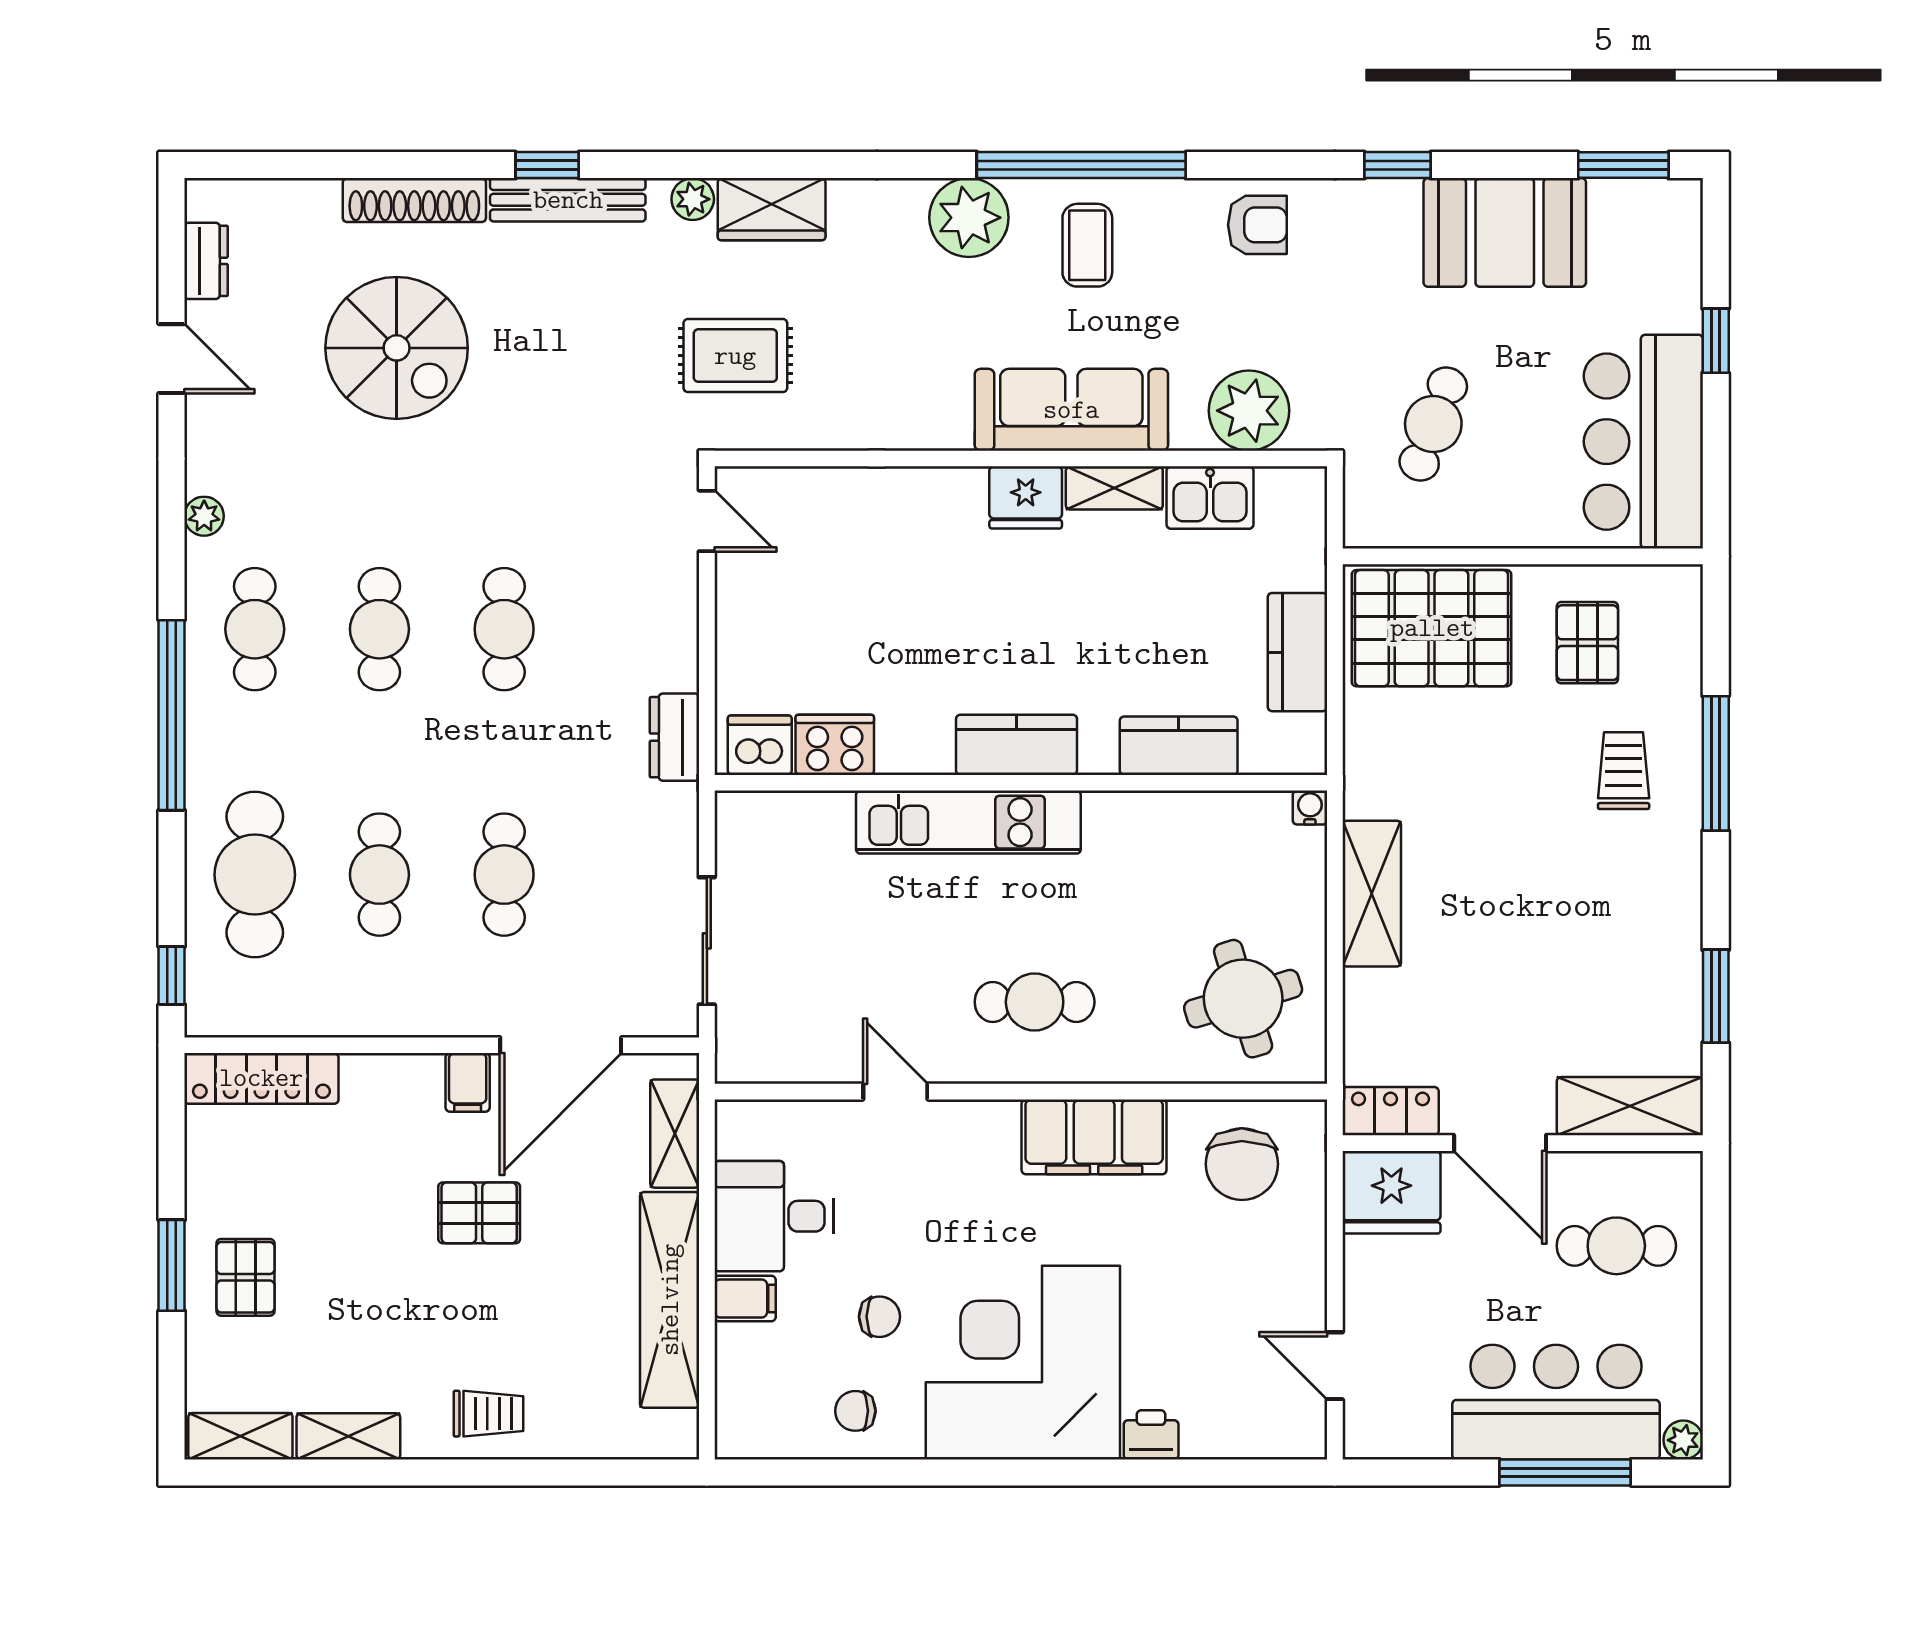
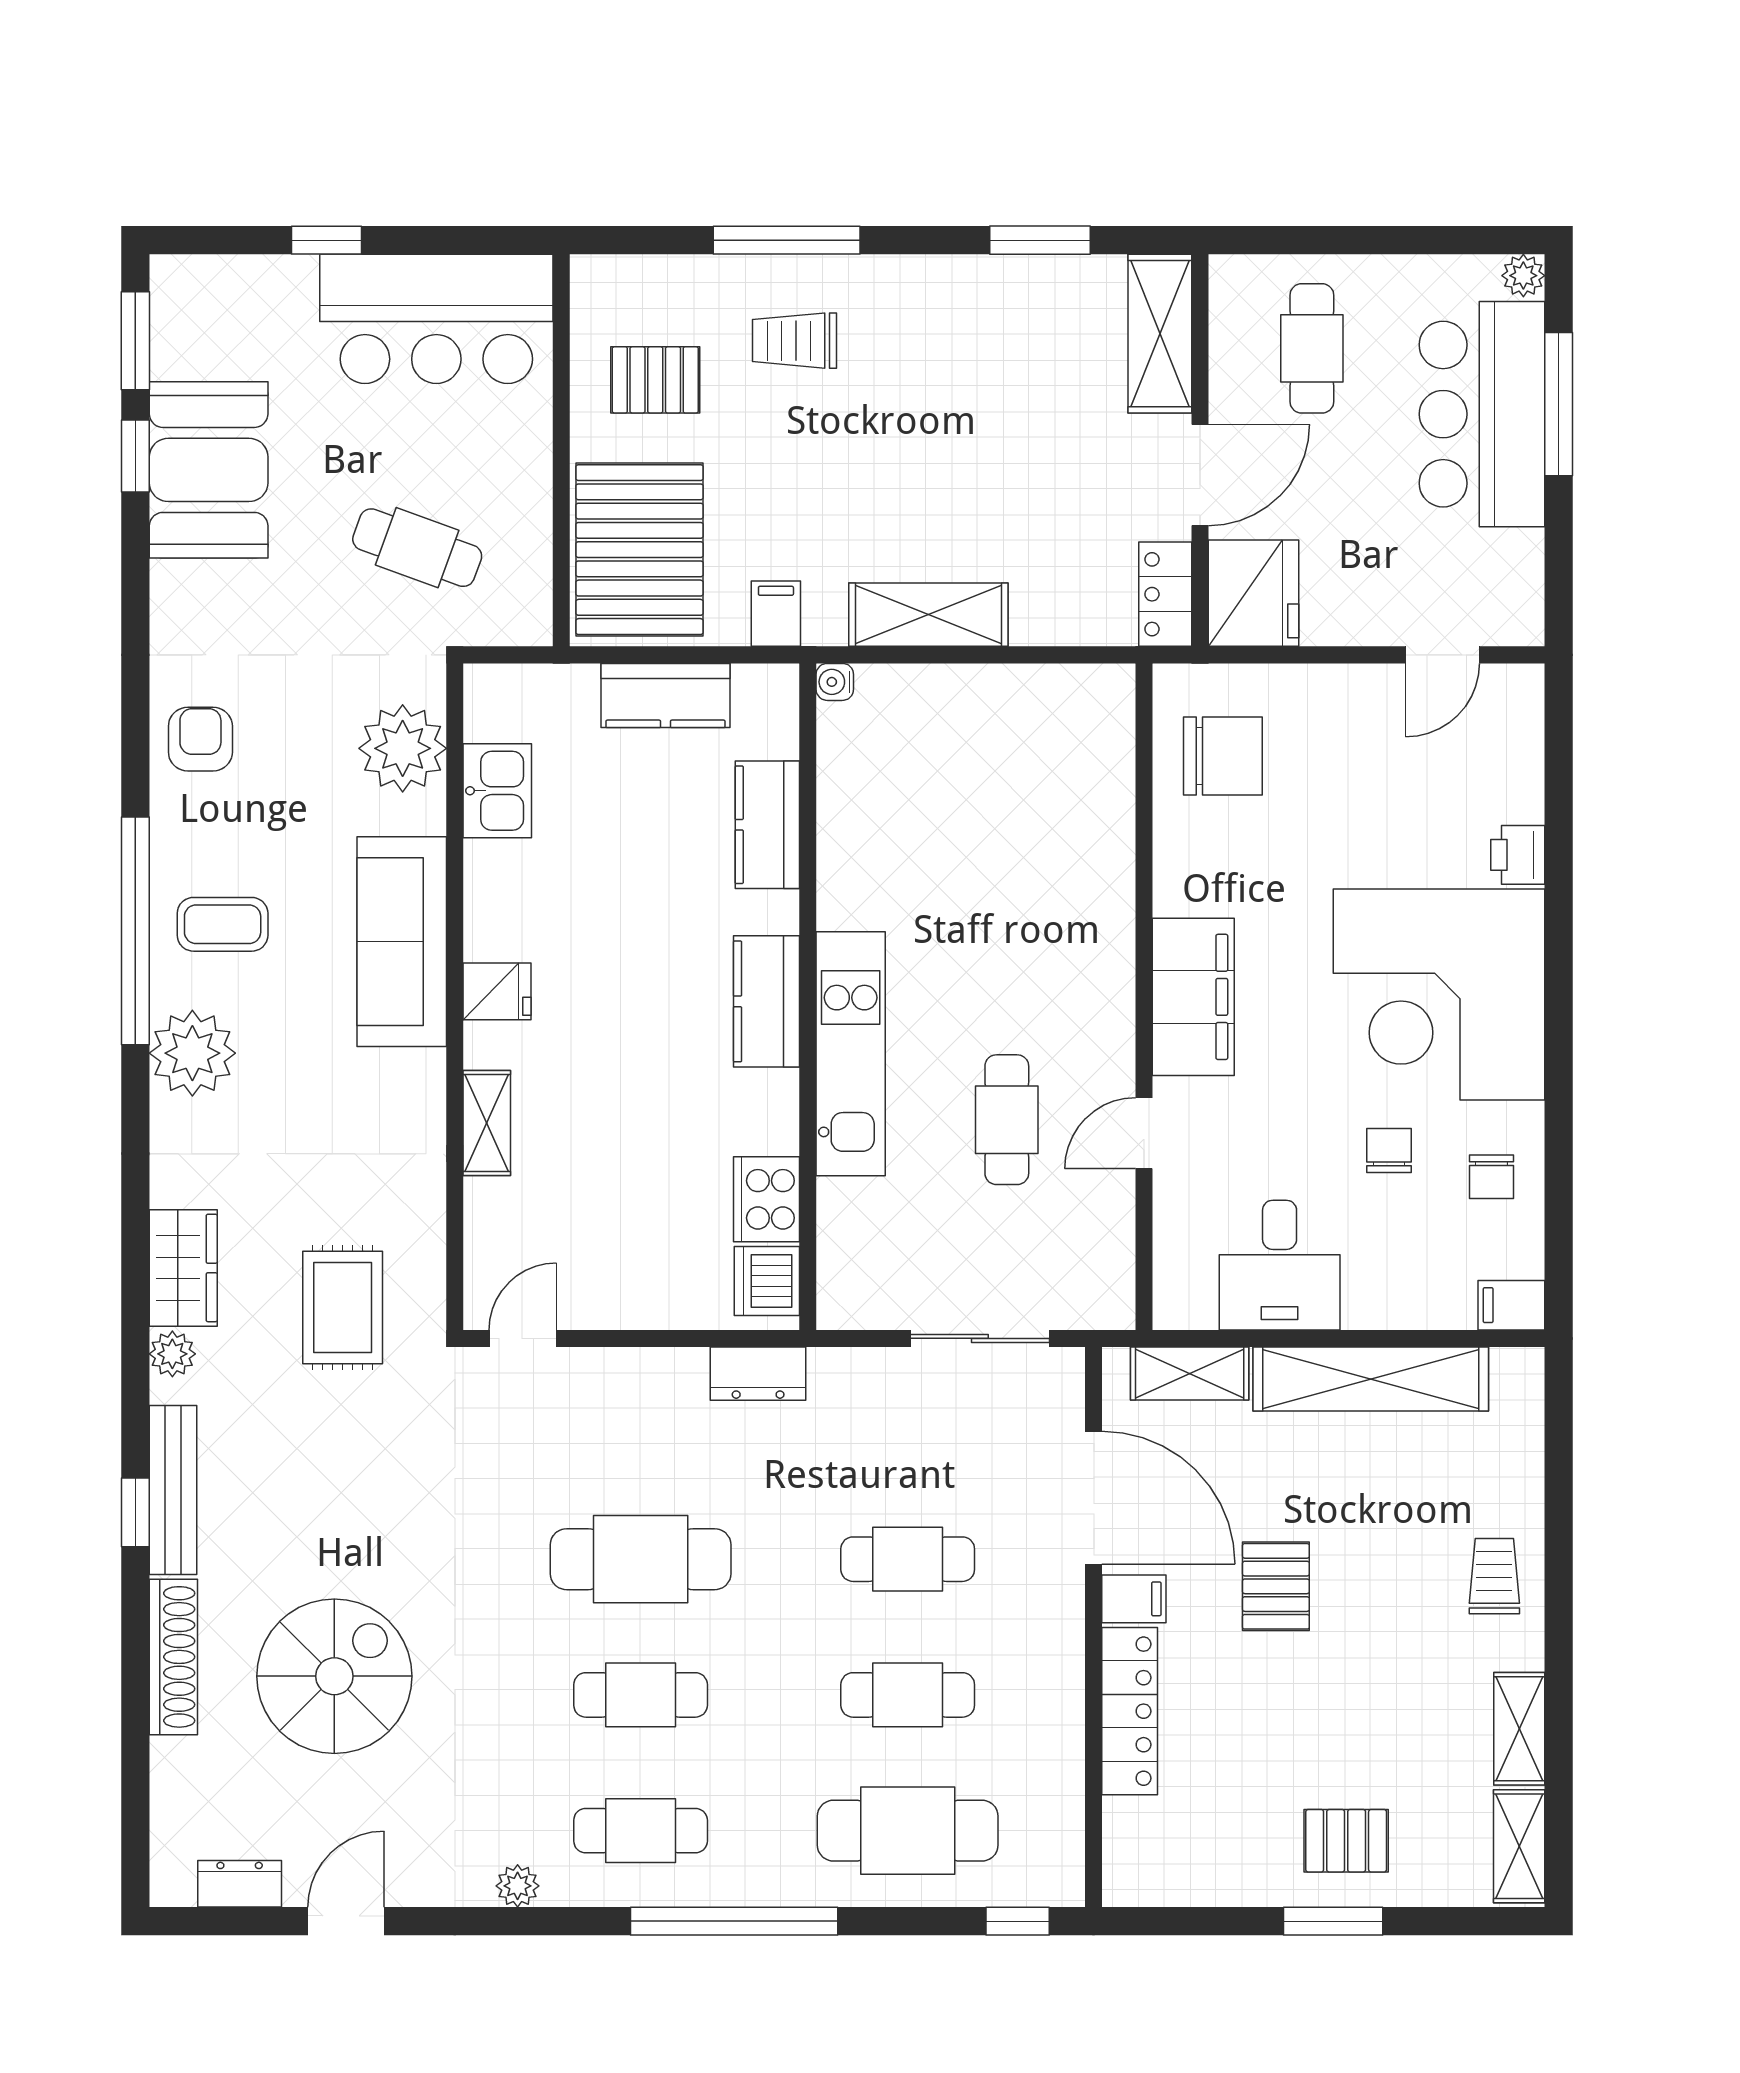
window: (1398, 165) -> (135, 456), moved
shelving: (1114, 488) -> (487, 1123), moved
fridge: (1026, 497) -> (497, 991), width x0.72
cafe table: (504, 629) -> (641, 1559), width x1.37, depth x1.35
filing cabinet: (1373, 754) -> (776, 614), added
round table: (1243, 999) -> (1043, 755), removed
cafe table: (1035, 1002) -> (1007, 1120), moved
locker: (261, 1078) -> (1130, 1711), moved
filing cabinet: (1094, 1137) -> (1193, 997), moved
filing cabinet: (745, 1298) -> (1511, 1305), moved, turned -90

